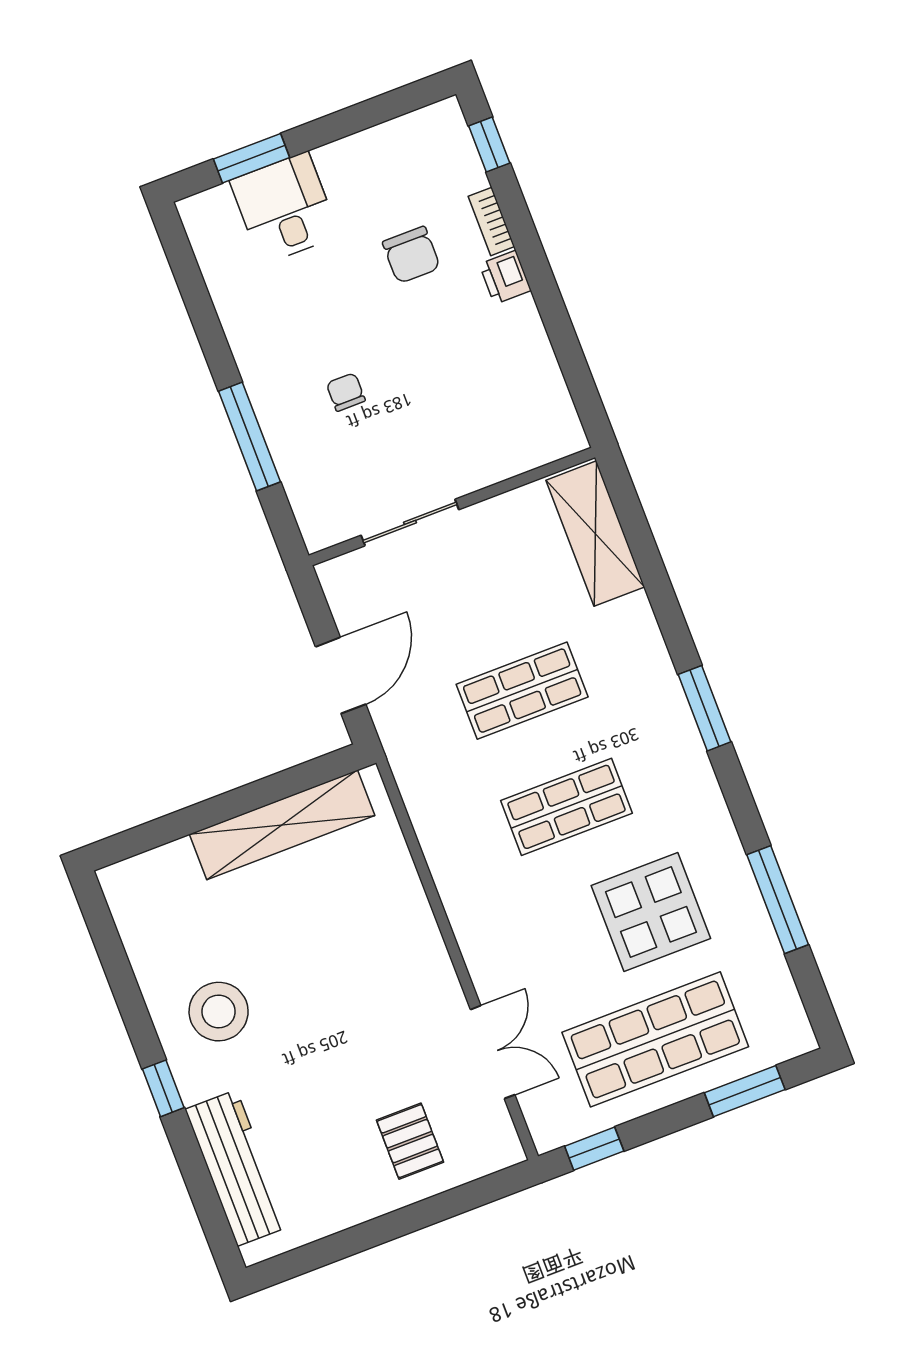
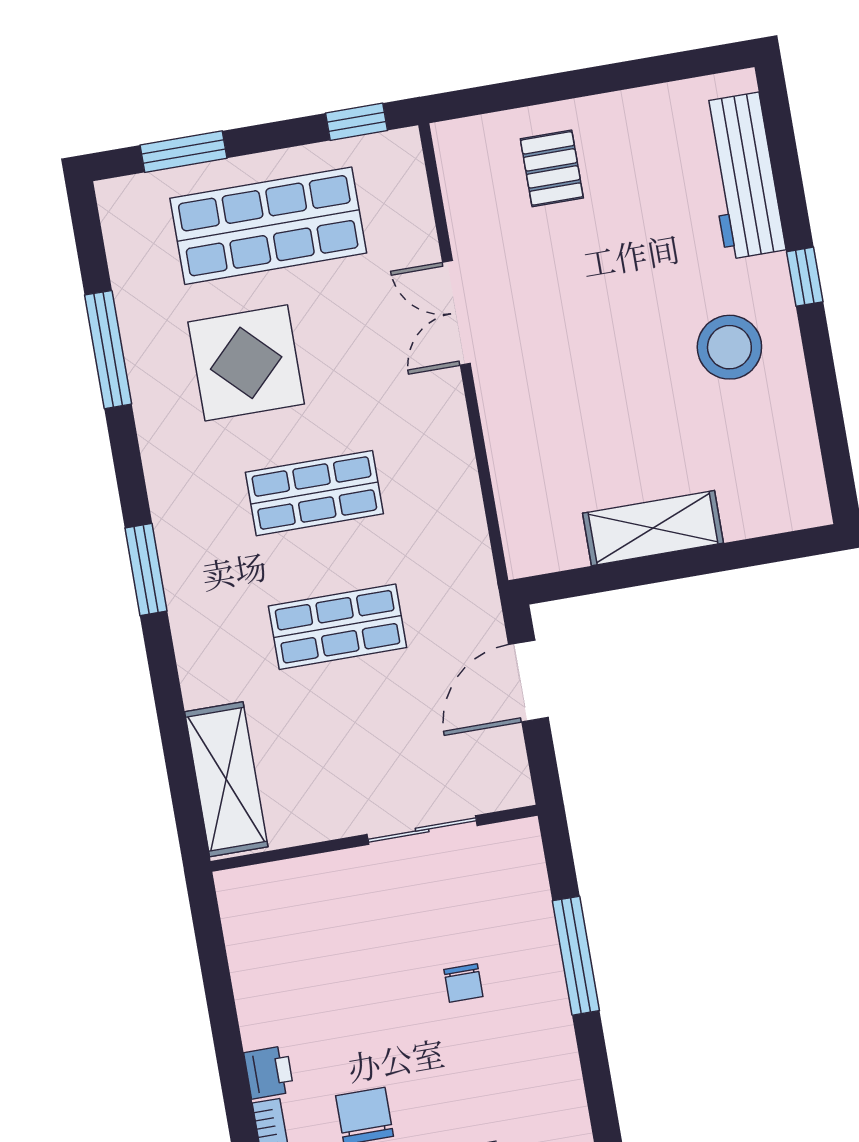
shelving: (282, 825) -> (653, 528), width x0.68
double door: (493, 1052) -> (456, 313), moved

